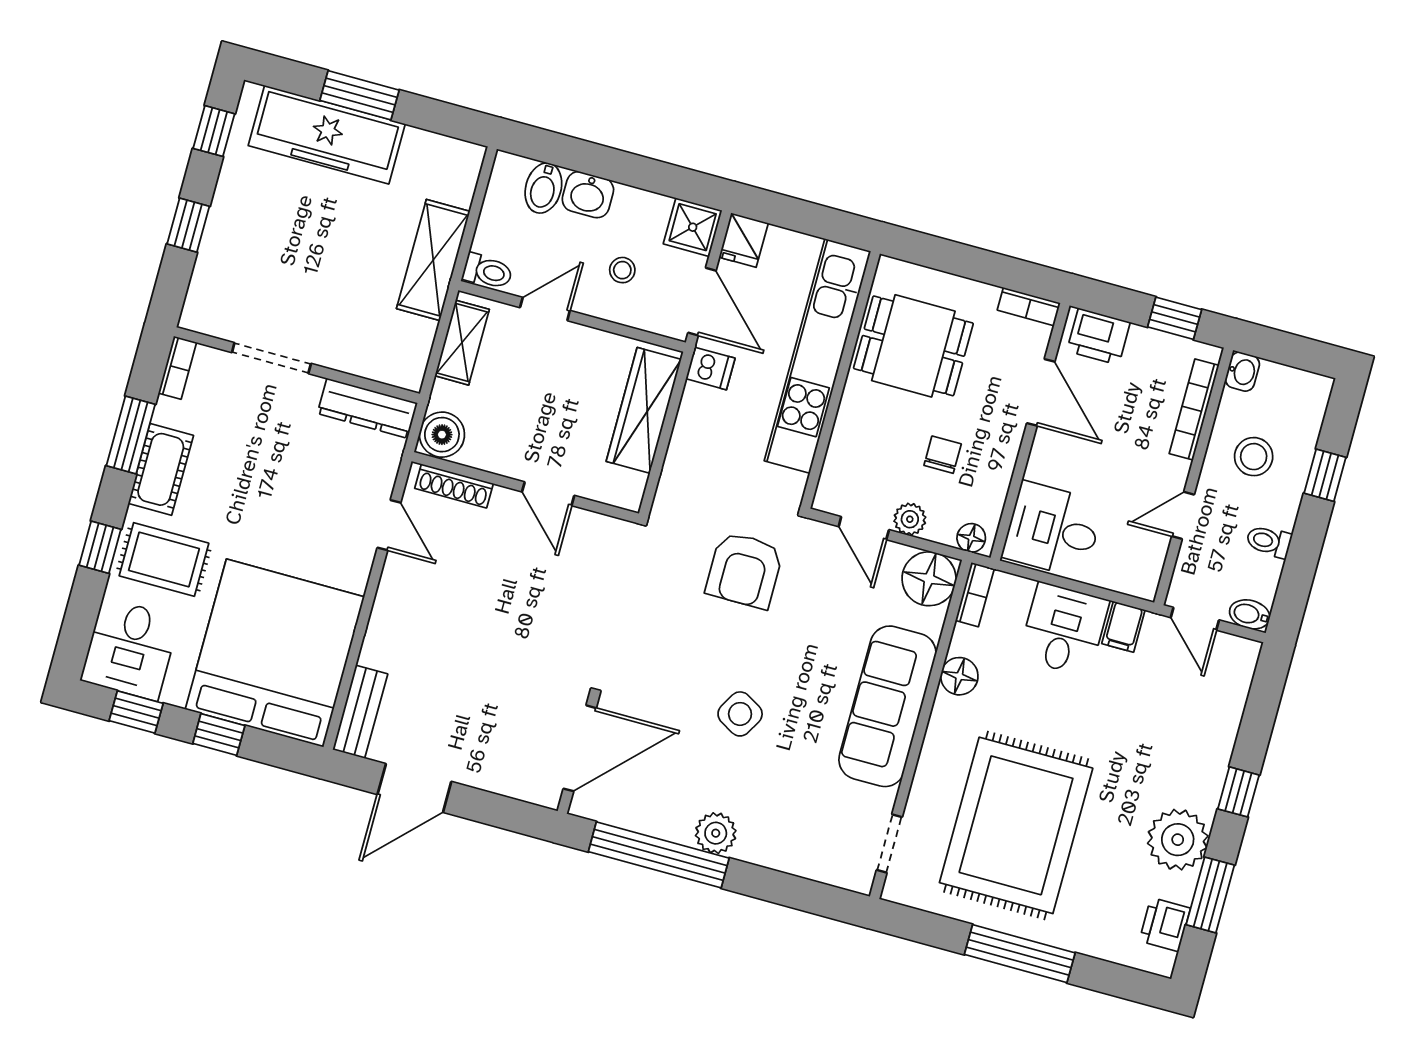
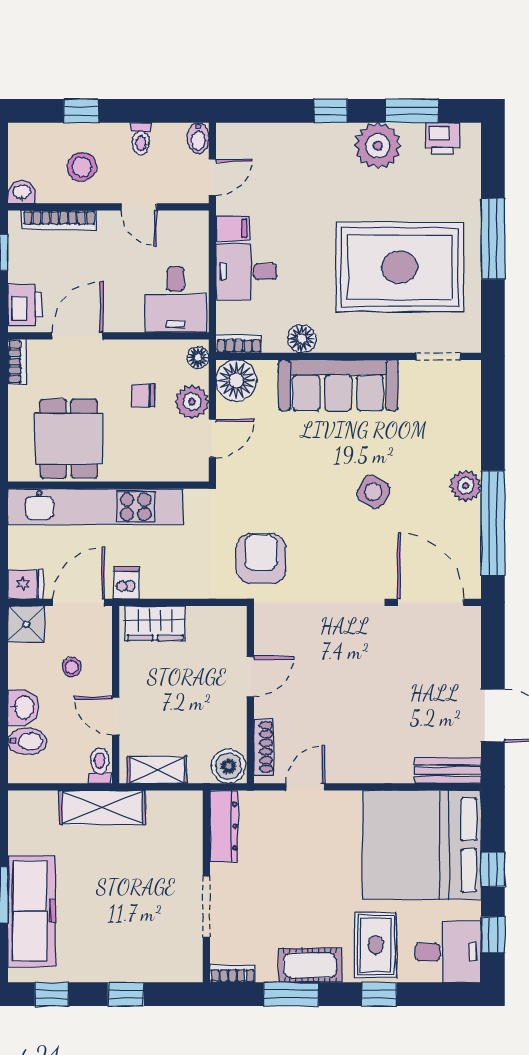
wardrobe: (644, 410) -> (155, 623), width x0.67
plant: (910, 519) -> (192, 402), width x1.38, depth x1.38
armchair: (745, 570) -> (261, 559), moved, turned -90

